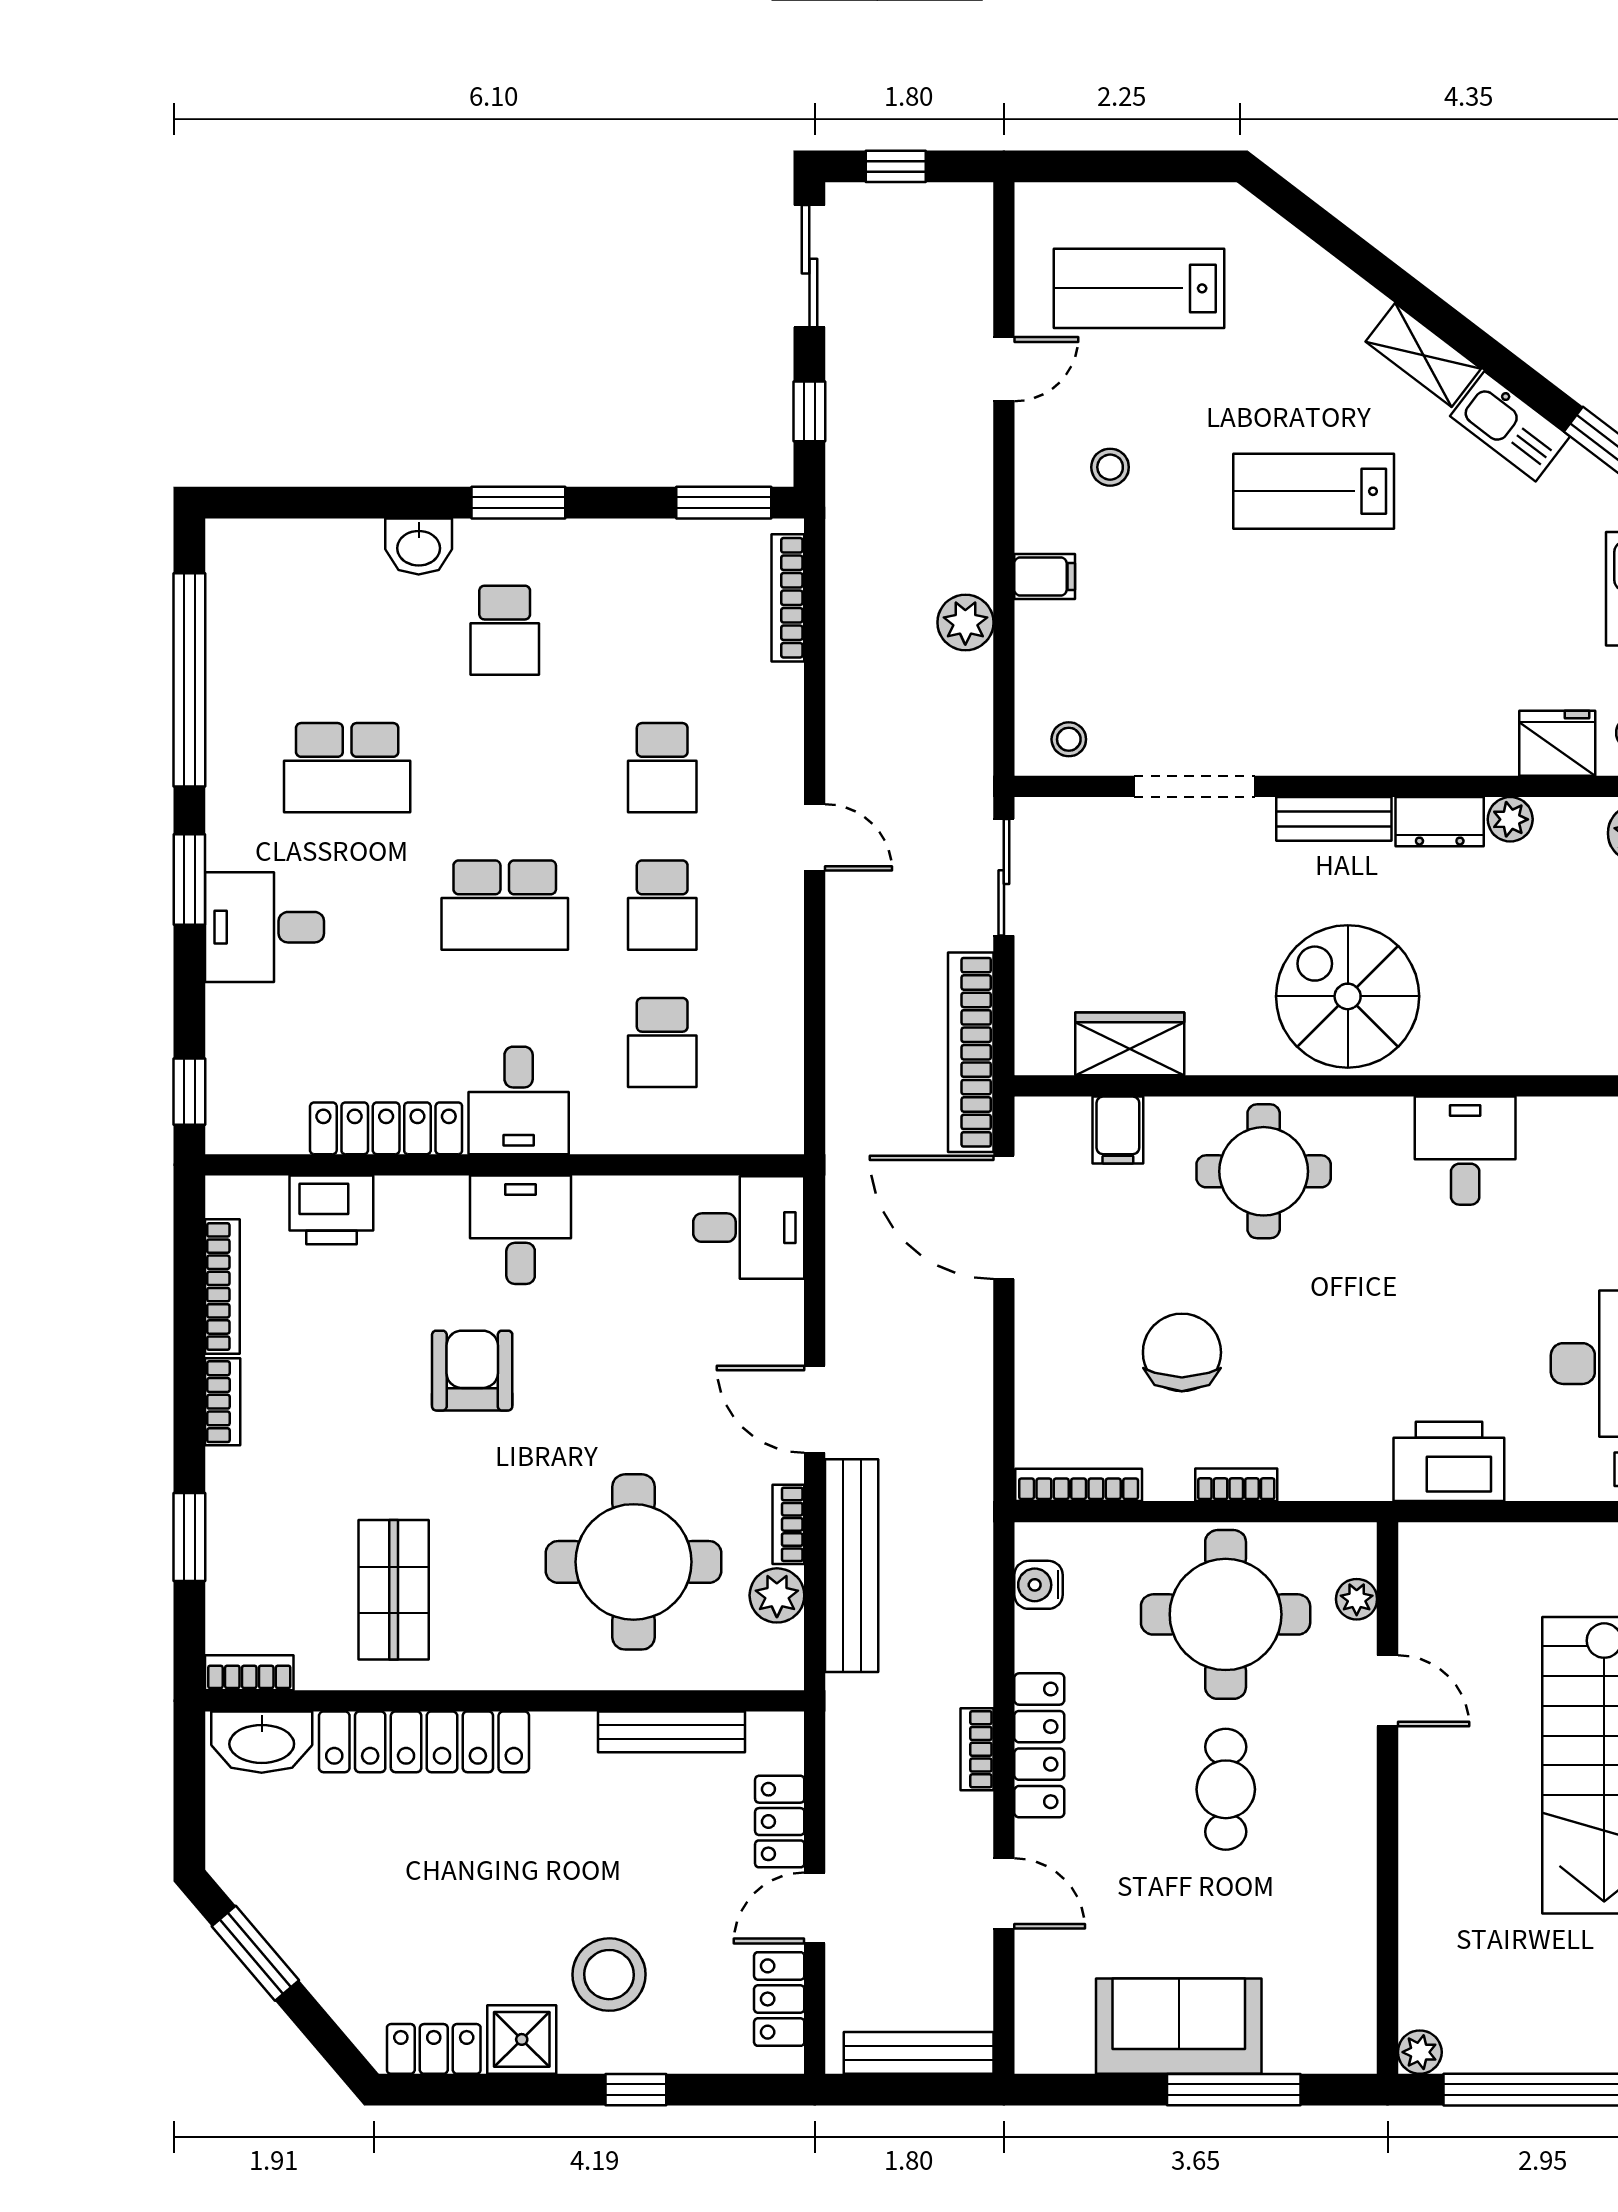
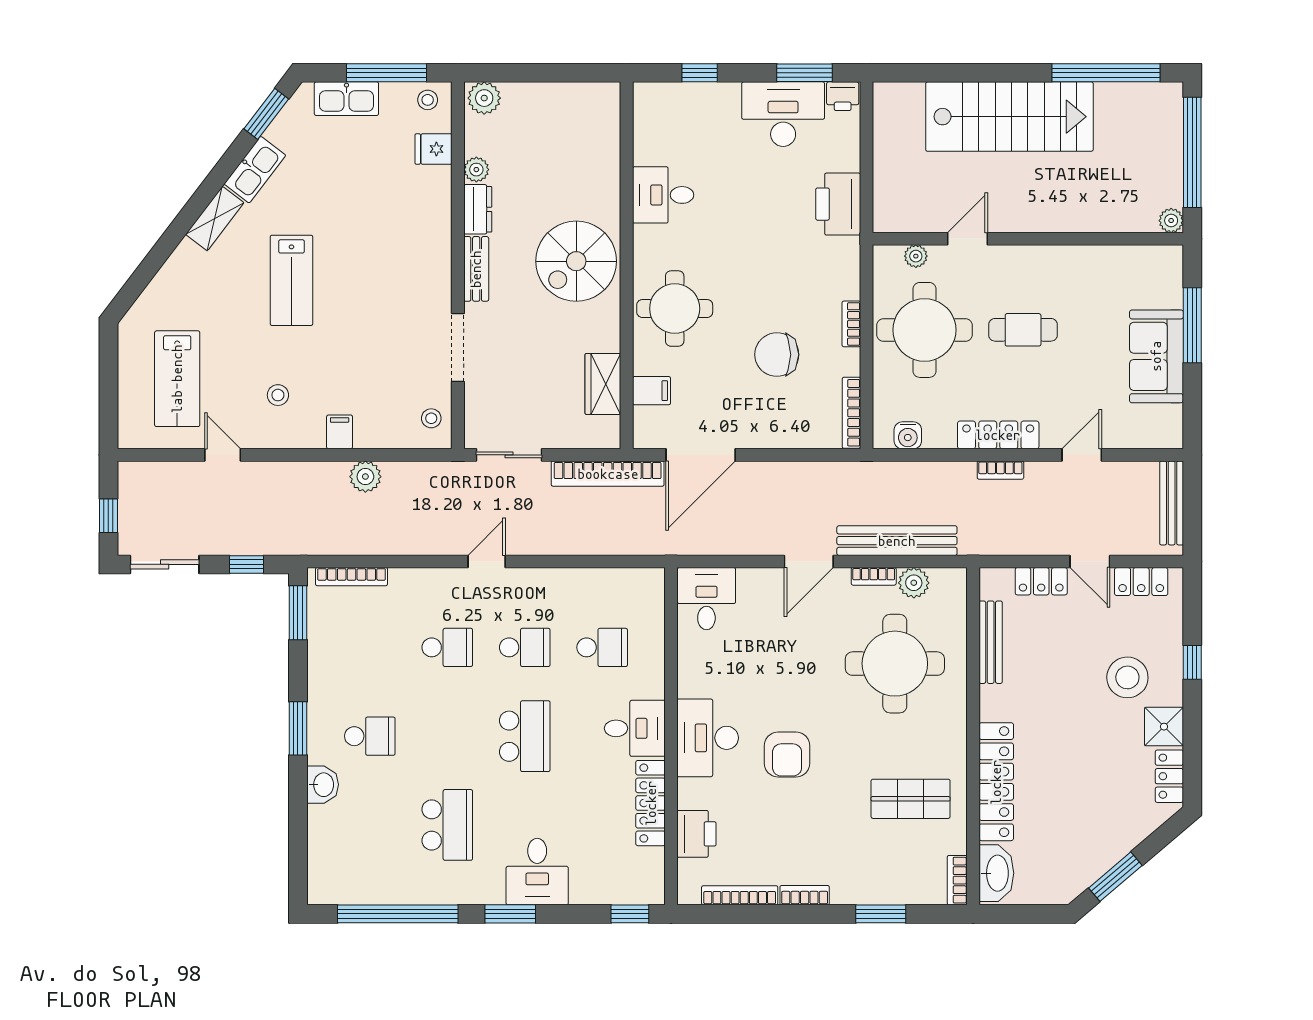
fridge: (1557, 743) -> (434, 149), width x0.72
desk: (521, 1230) -> (708, 738), width x1.37
armchair: (472, 1371) -> (787, 755), turned -90

